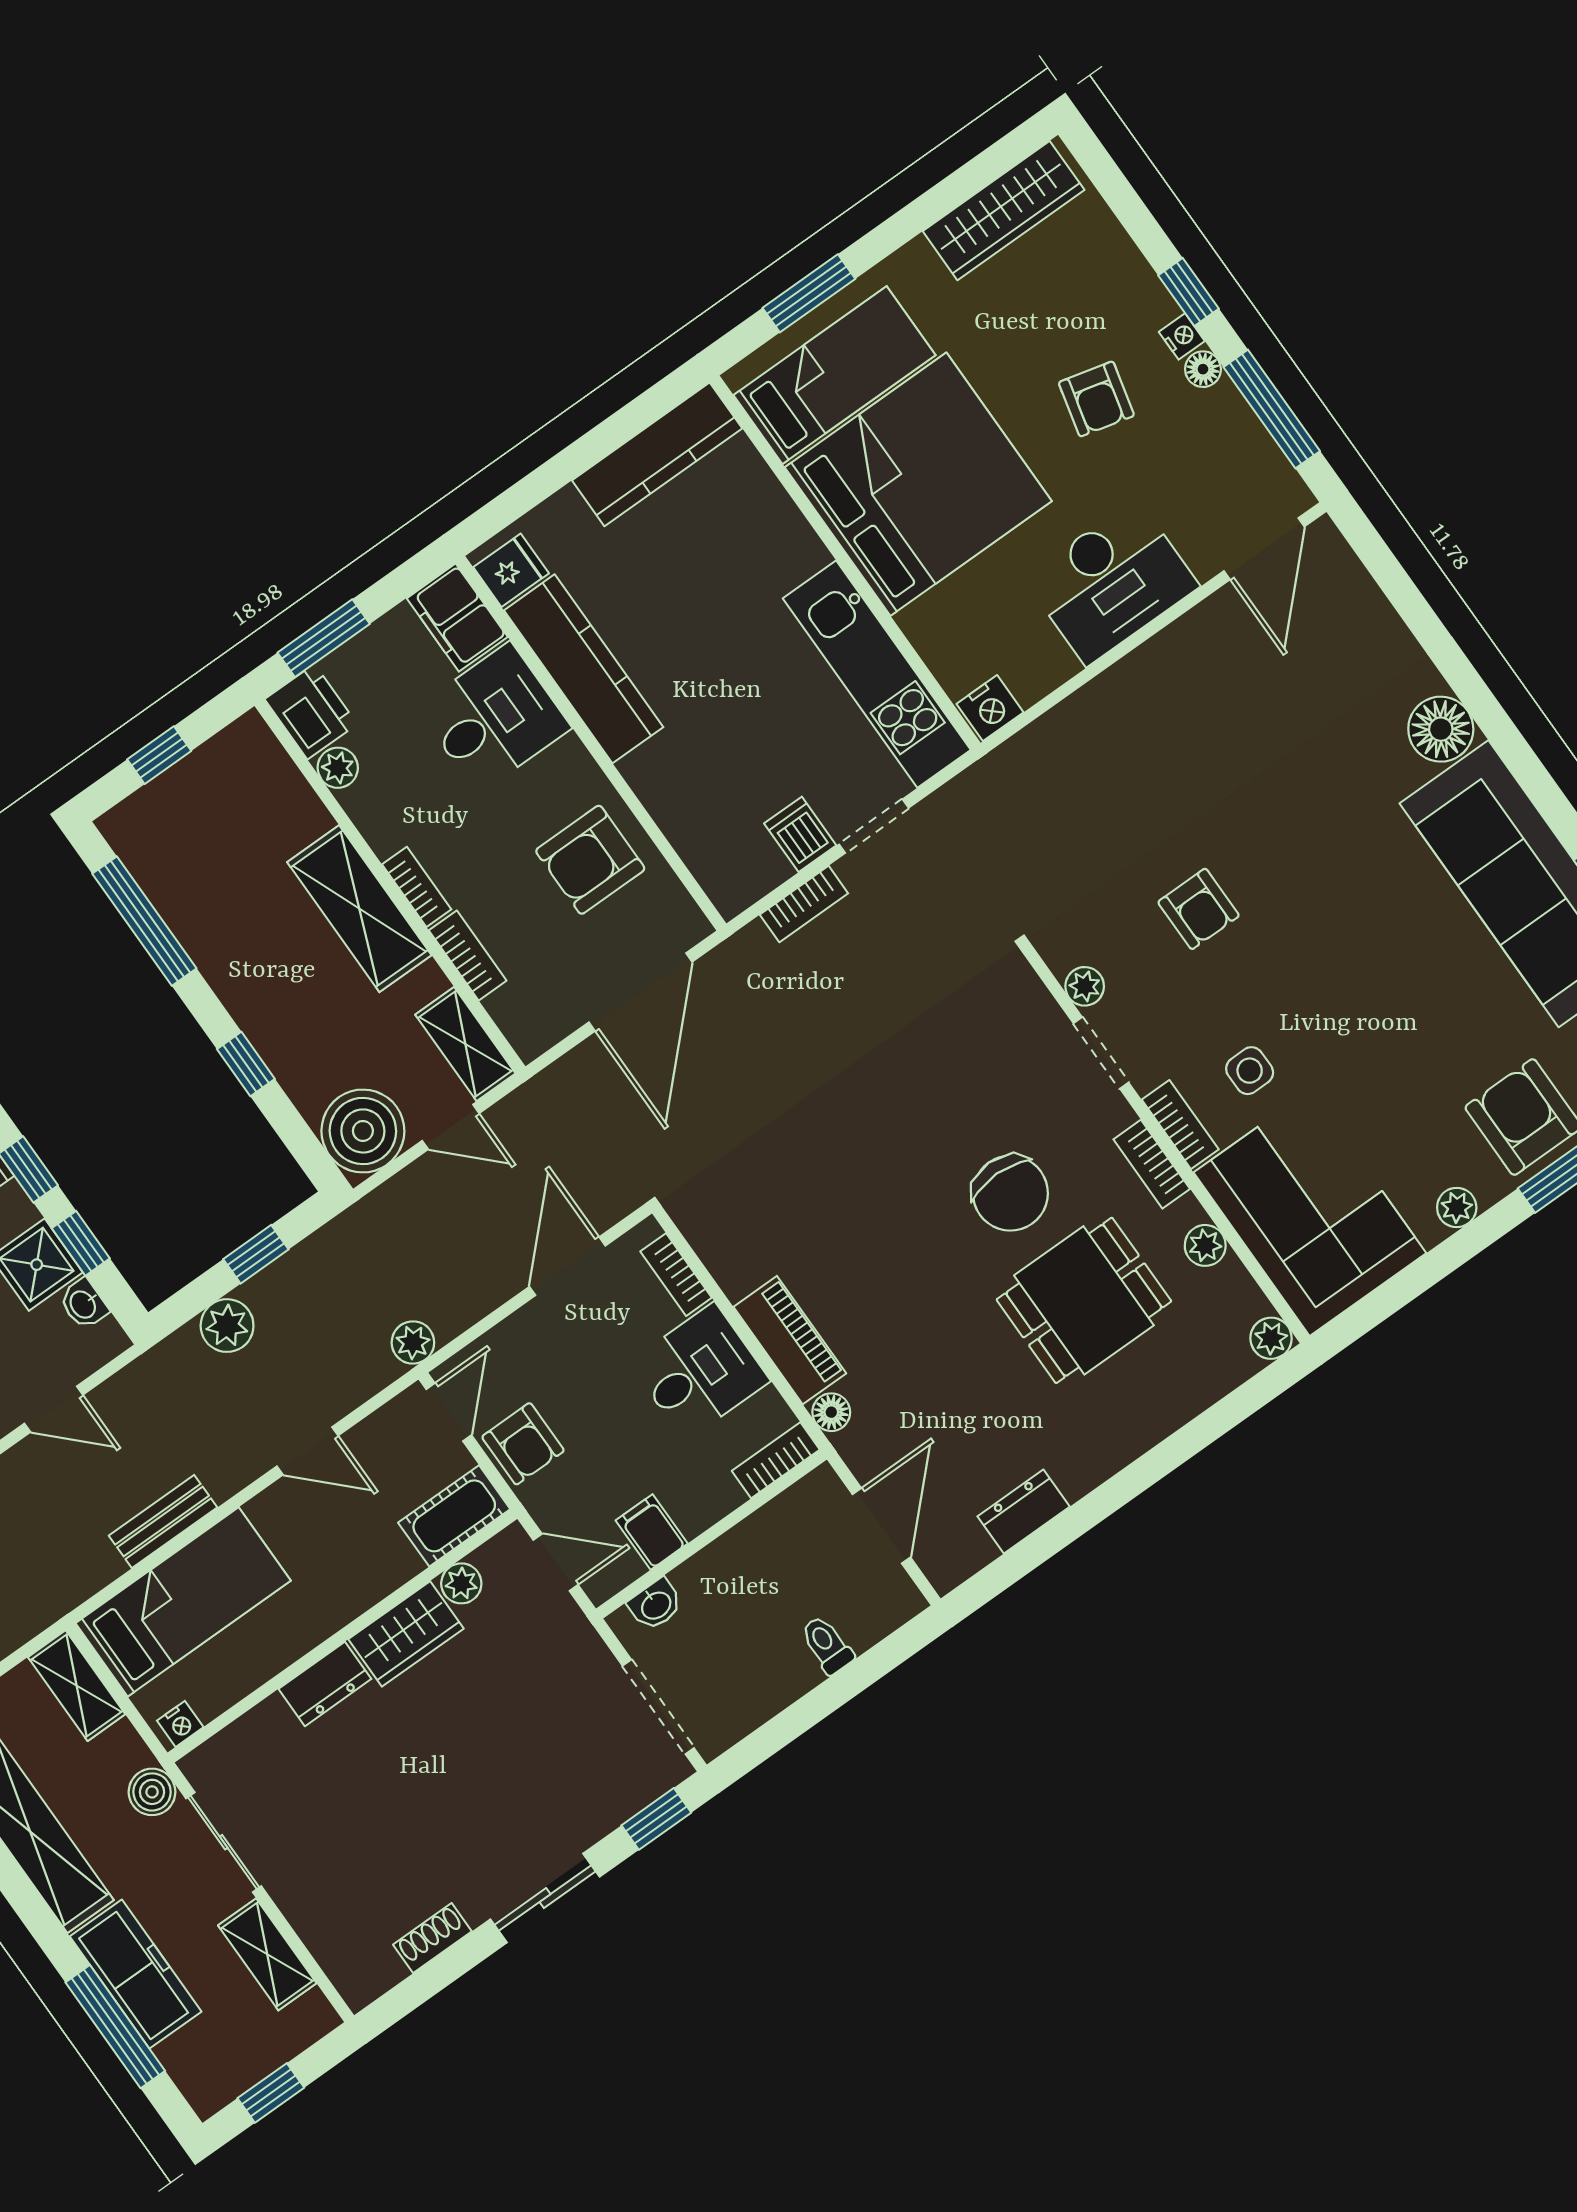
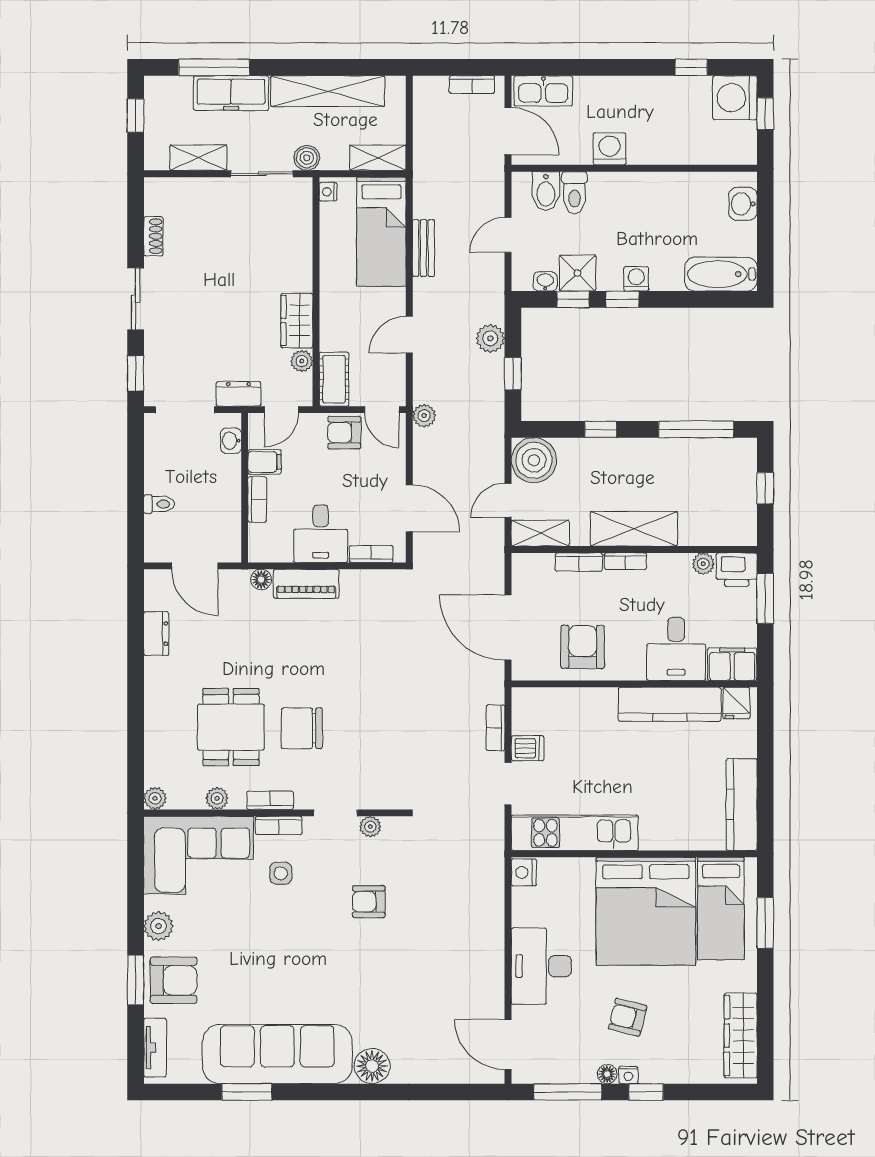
plant: (1457, 1207) -> (159, 926), width x1.38, depth x1.38
bookcase: (776, 1460) -> (257, 499), moved
dresser: (325, 1684) -> (238, 394), moved, turned 90

